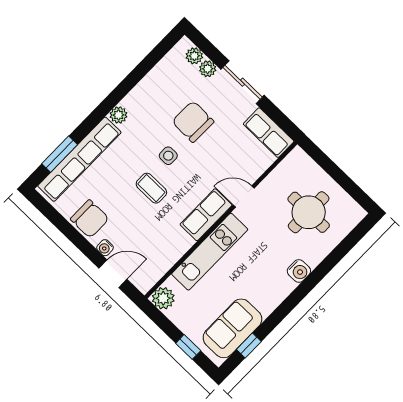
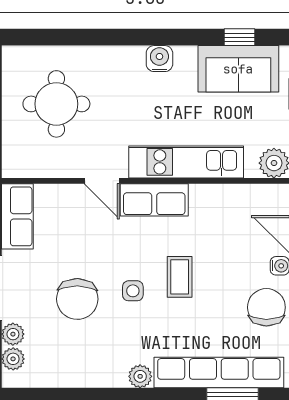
water cooler: (299, 271) -> (159, 59), moved

